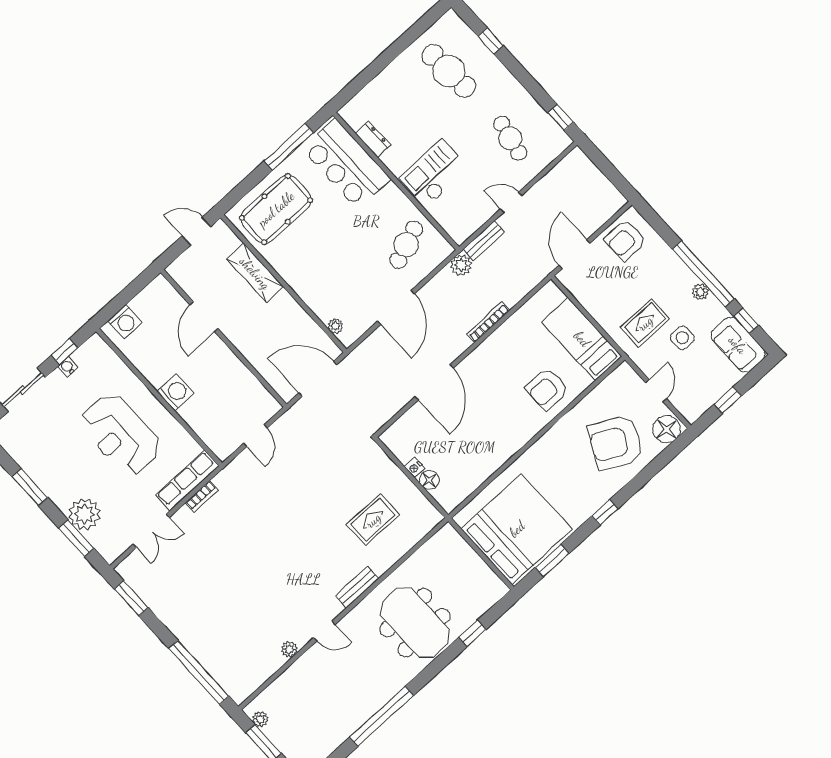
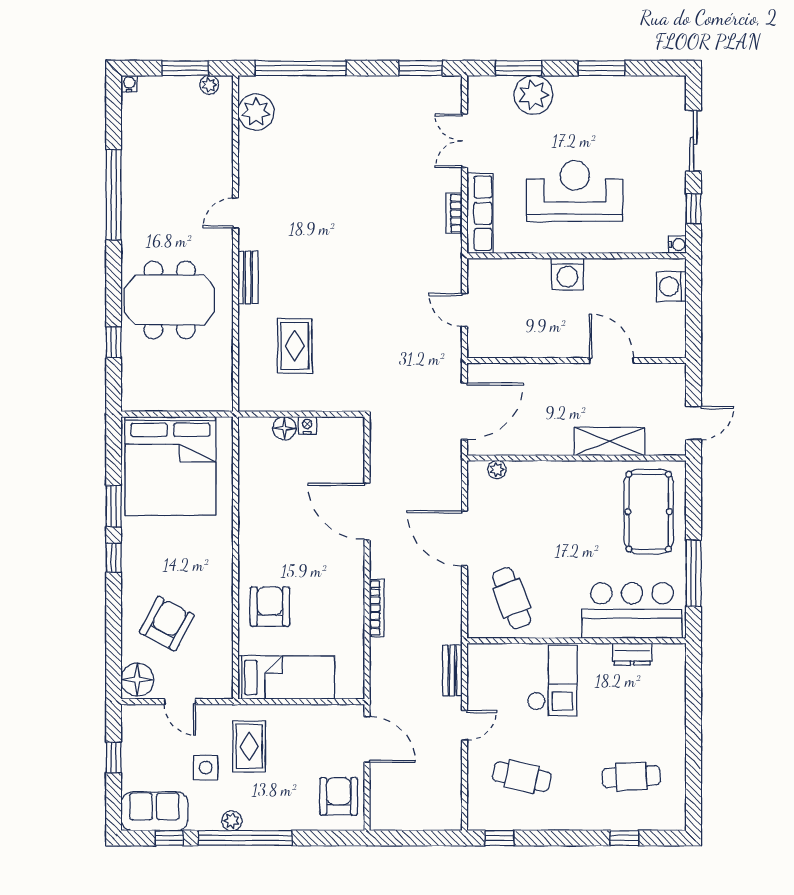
cafe table: (449, 71) -> (631, 777), width x0.73, depth x0.74
plant: (461, 265) -> (449, 630), removed
water cooler: (68, 367) -> (677, 245), moved
armchair: (616, 443) -> (167, 624), width x0.73, depth x0.73
window: (552, 561) -> (114, 506), moved
plant: (289, 649) -> (256, 112), moved, width x1.88, depth x1.88

